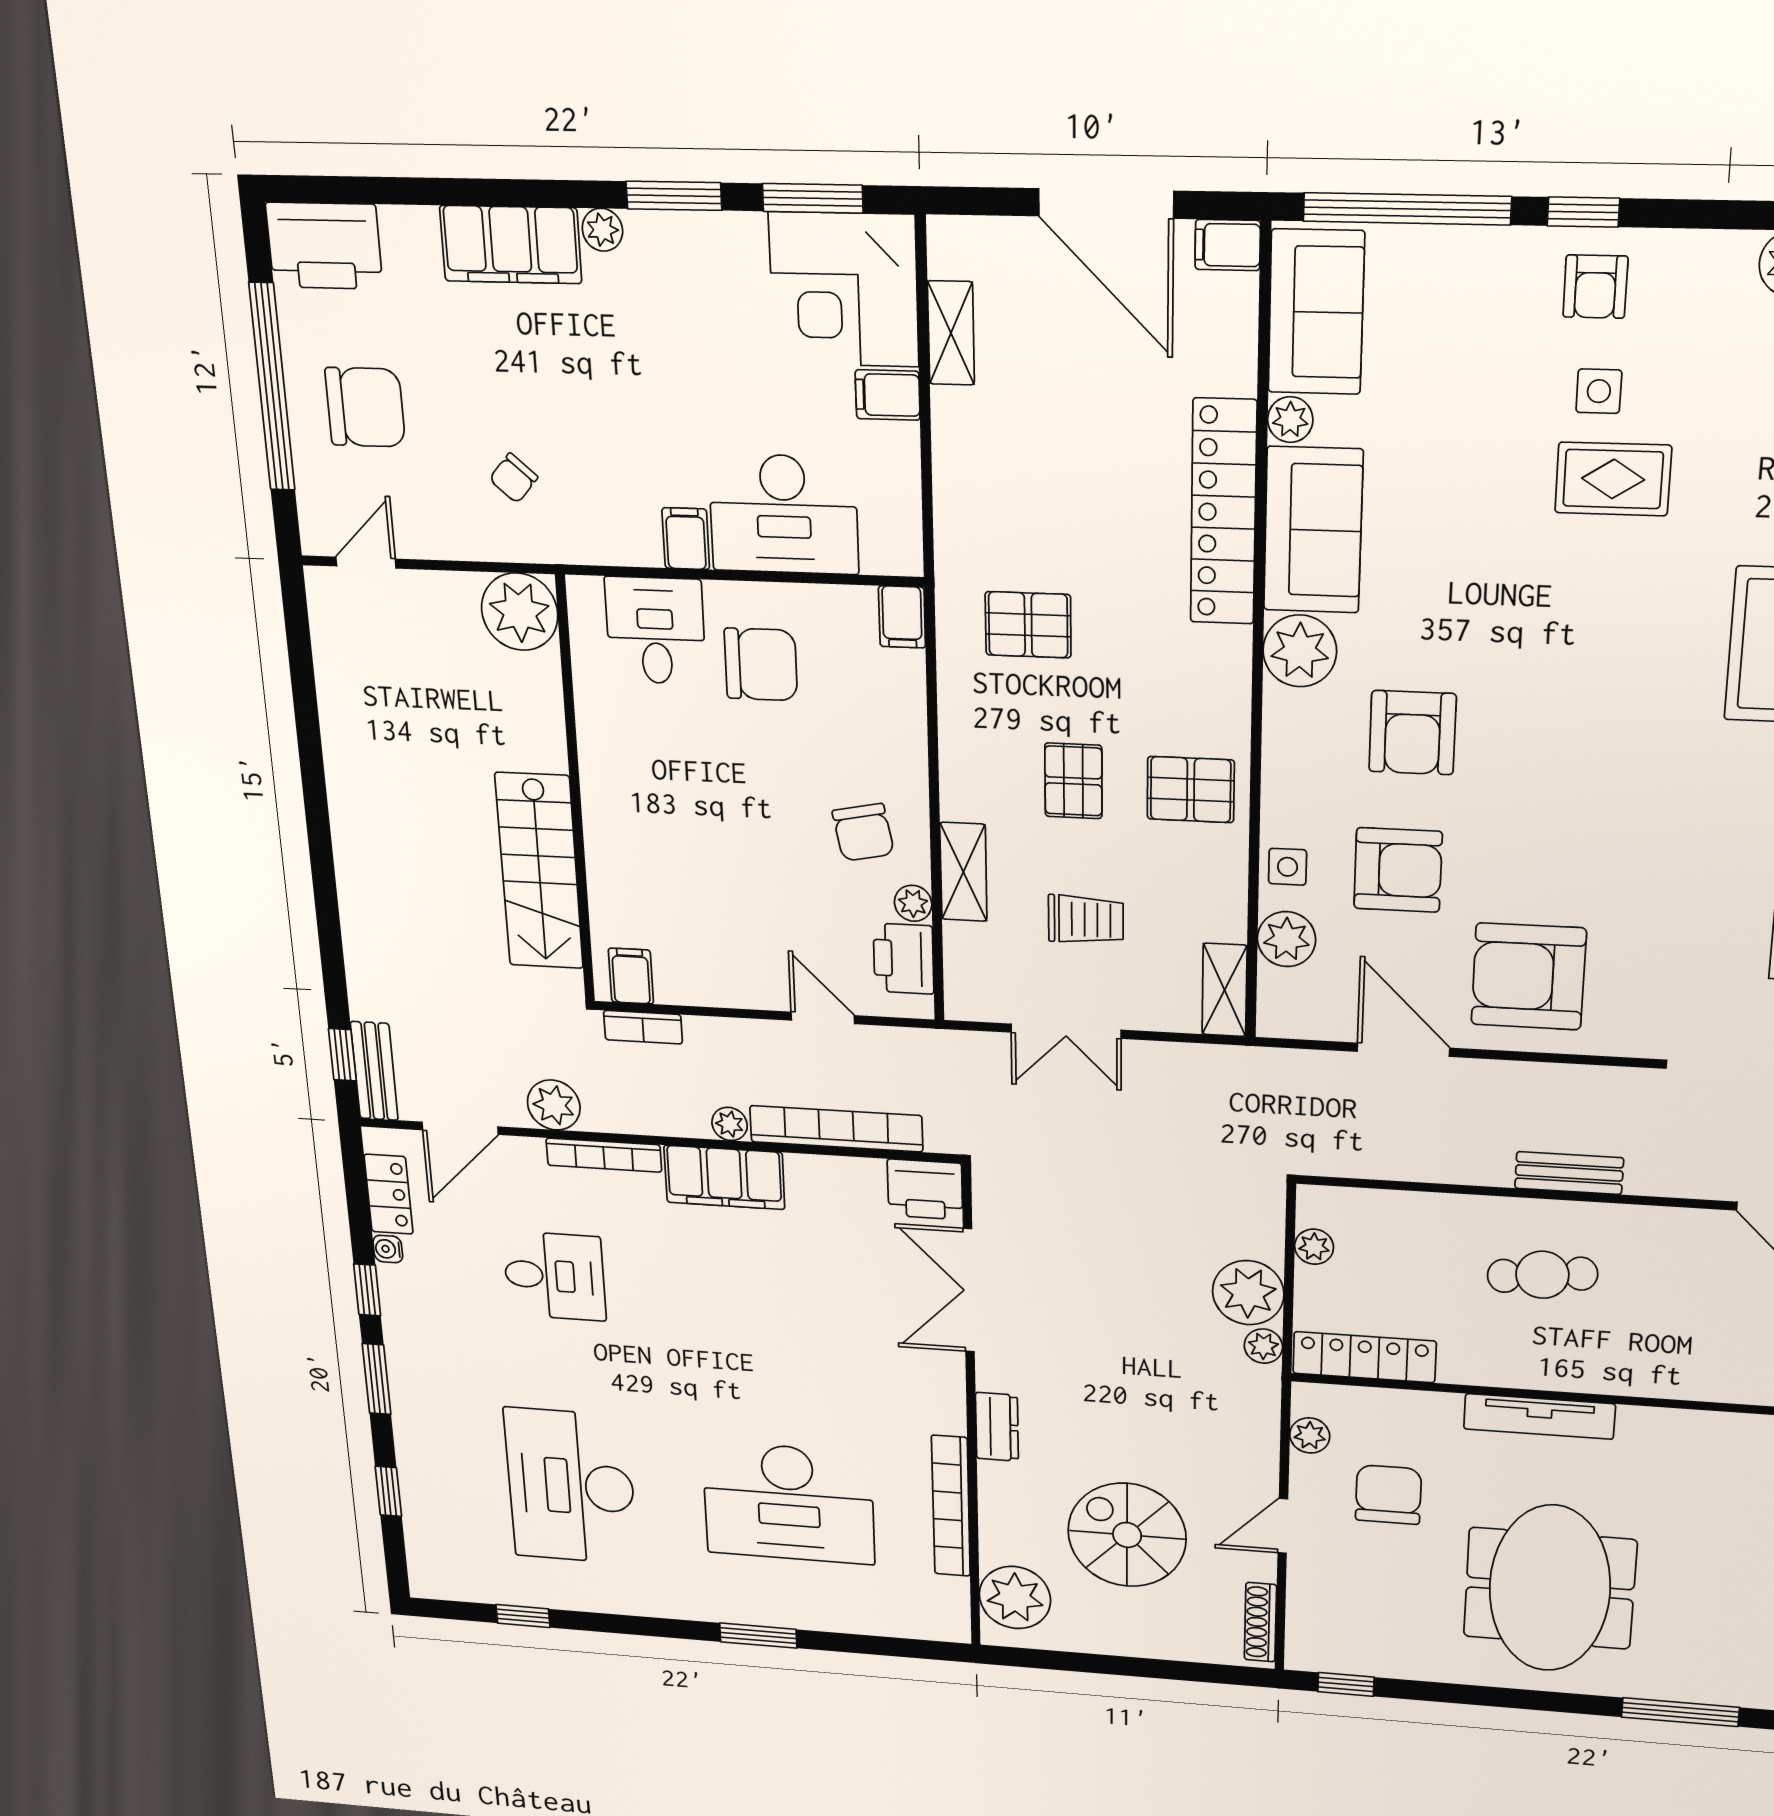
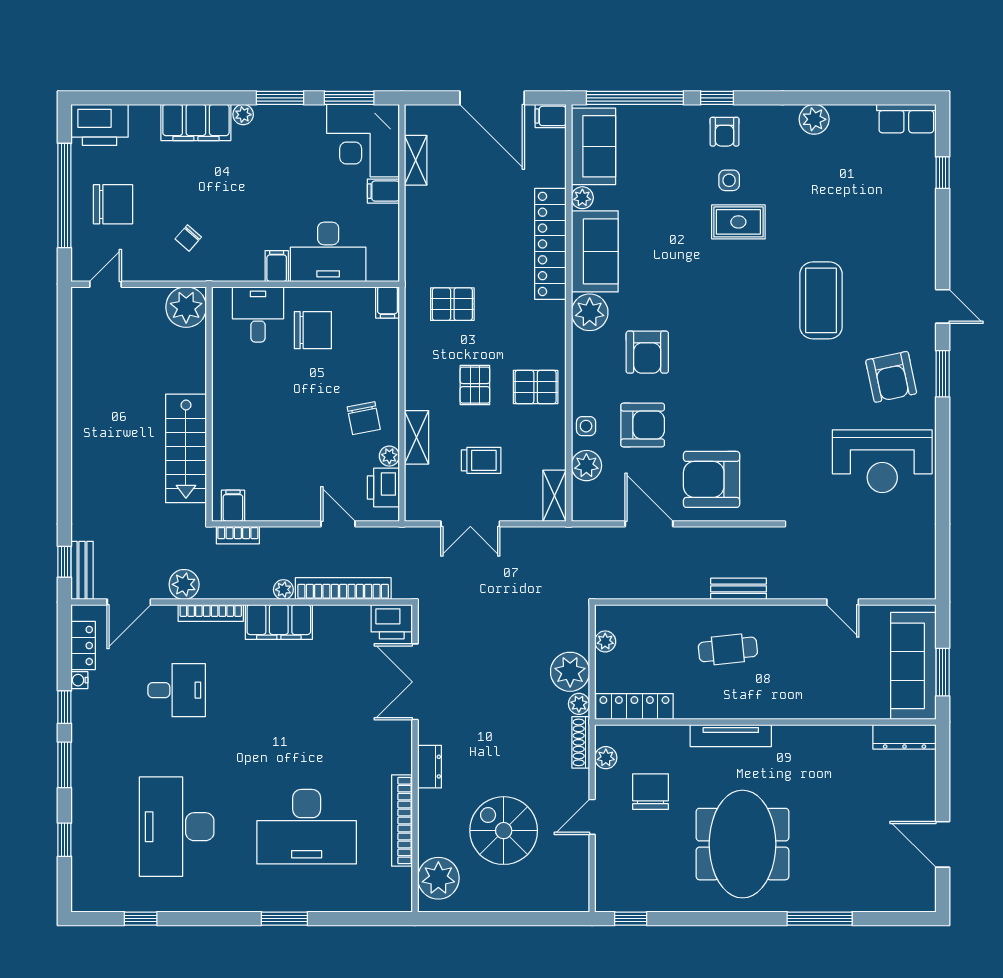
shoe rack: (1260, 1622) -> (581, 742), moved

